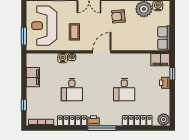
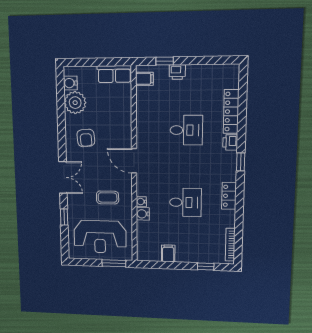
filing cabinet: (160, 60) -> (144, 79), width x0.50
filing cabinet: (33, 77) -> (168, 253), width x0.50
plant: (164, 120) -> (231, 73), removed
locker: (72, 121) -> (229, 196), width x0.66
printer: (93, 121) -> (230, 142), moved
window: (102, 128) -> (241, 162), width x0.46

